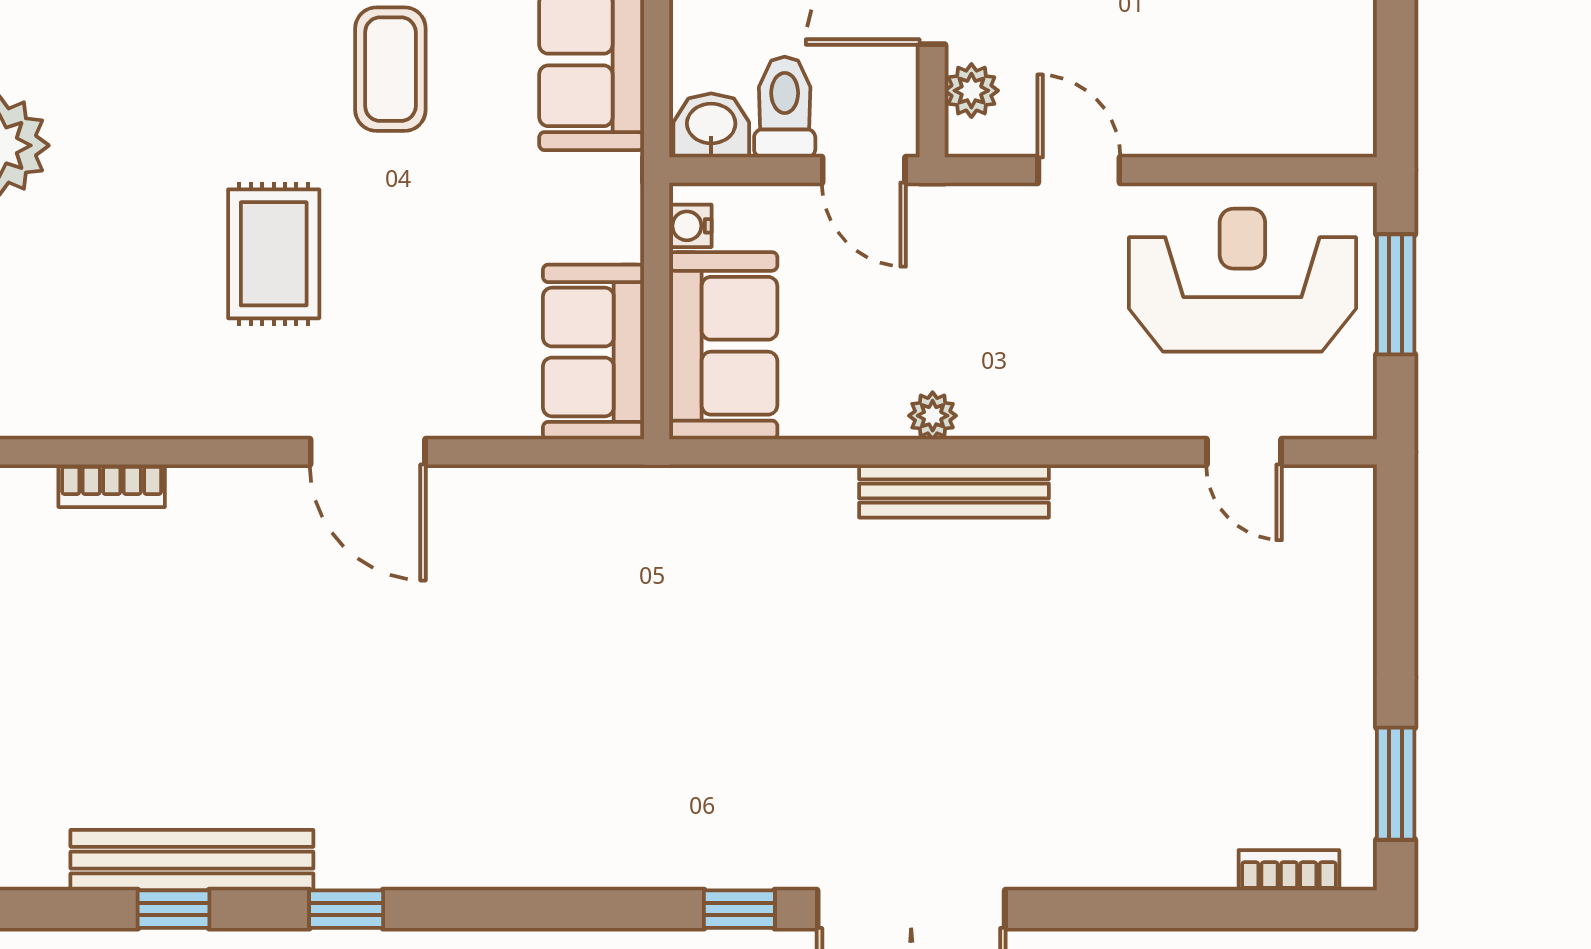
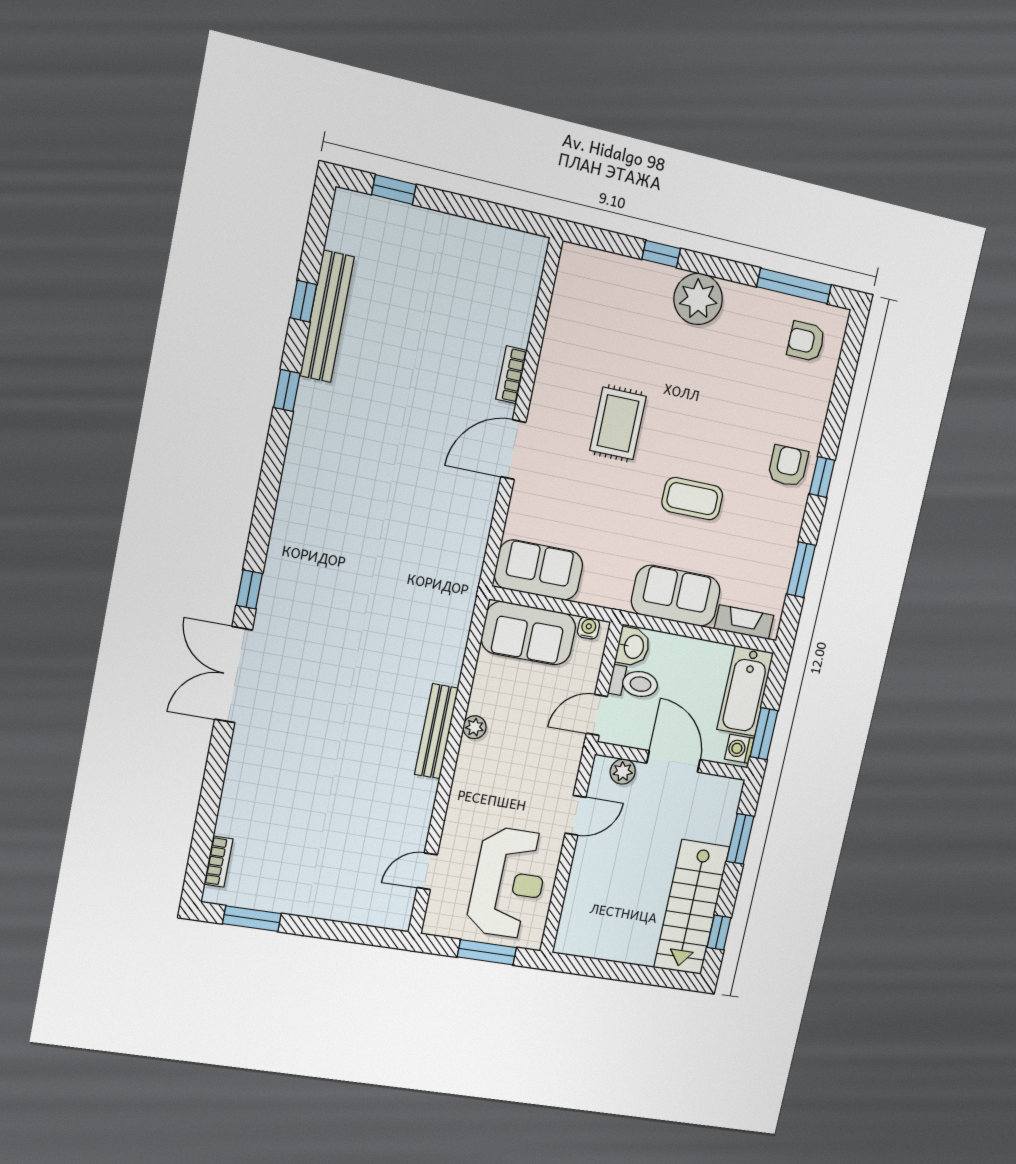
rug: (274, 254) -> (618, 423), turned 90
bookcase: (112, 486) -> (511, 375), moved

